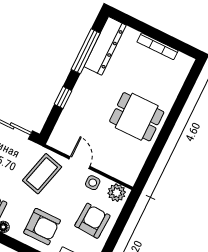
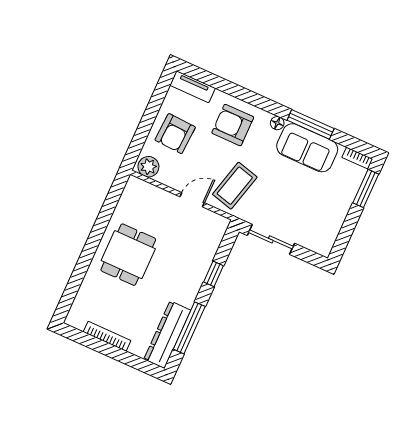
dining table: (137, 117) -> (128, 255), turned 90
door: (80, 163) -> (192, 200), swing flipped
side table: (93, 183) -> (176, 177), removed

